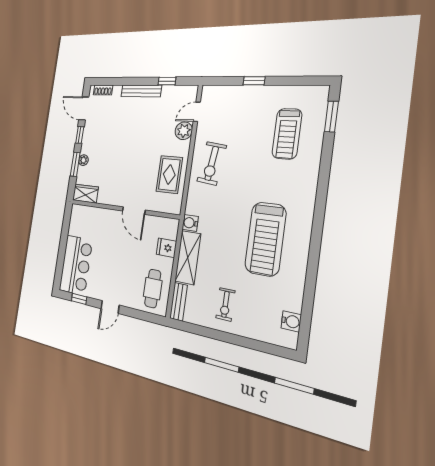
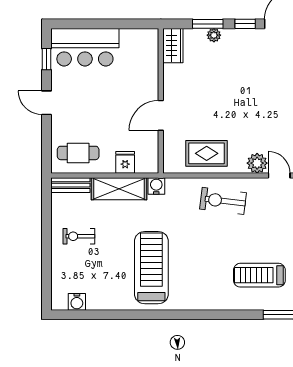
treadmill: (265, 239) -> (151, 268), turned 90

